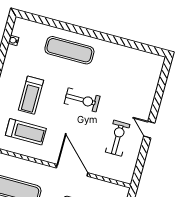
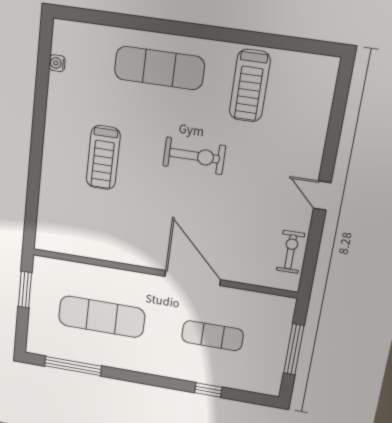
treadmill: (26, 132) -> (250, 86), moved, turned 90
exercise bike: (118, 138) -> (291, 252), moved, width x0.73, depth x0.72

